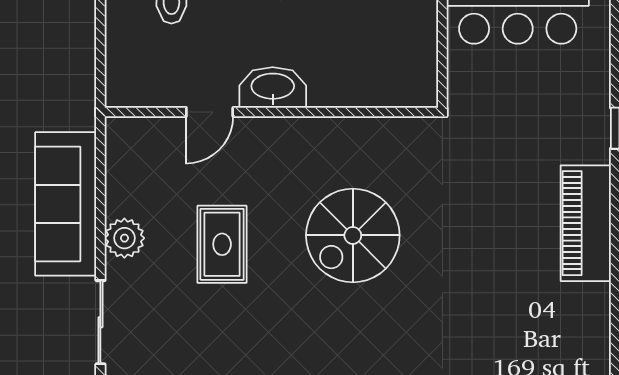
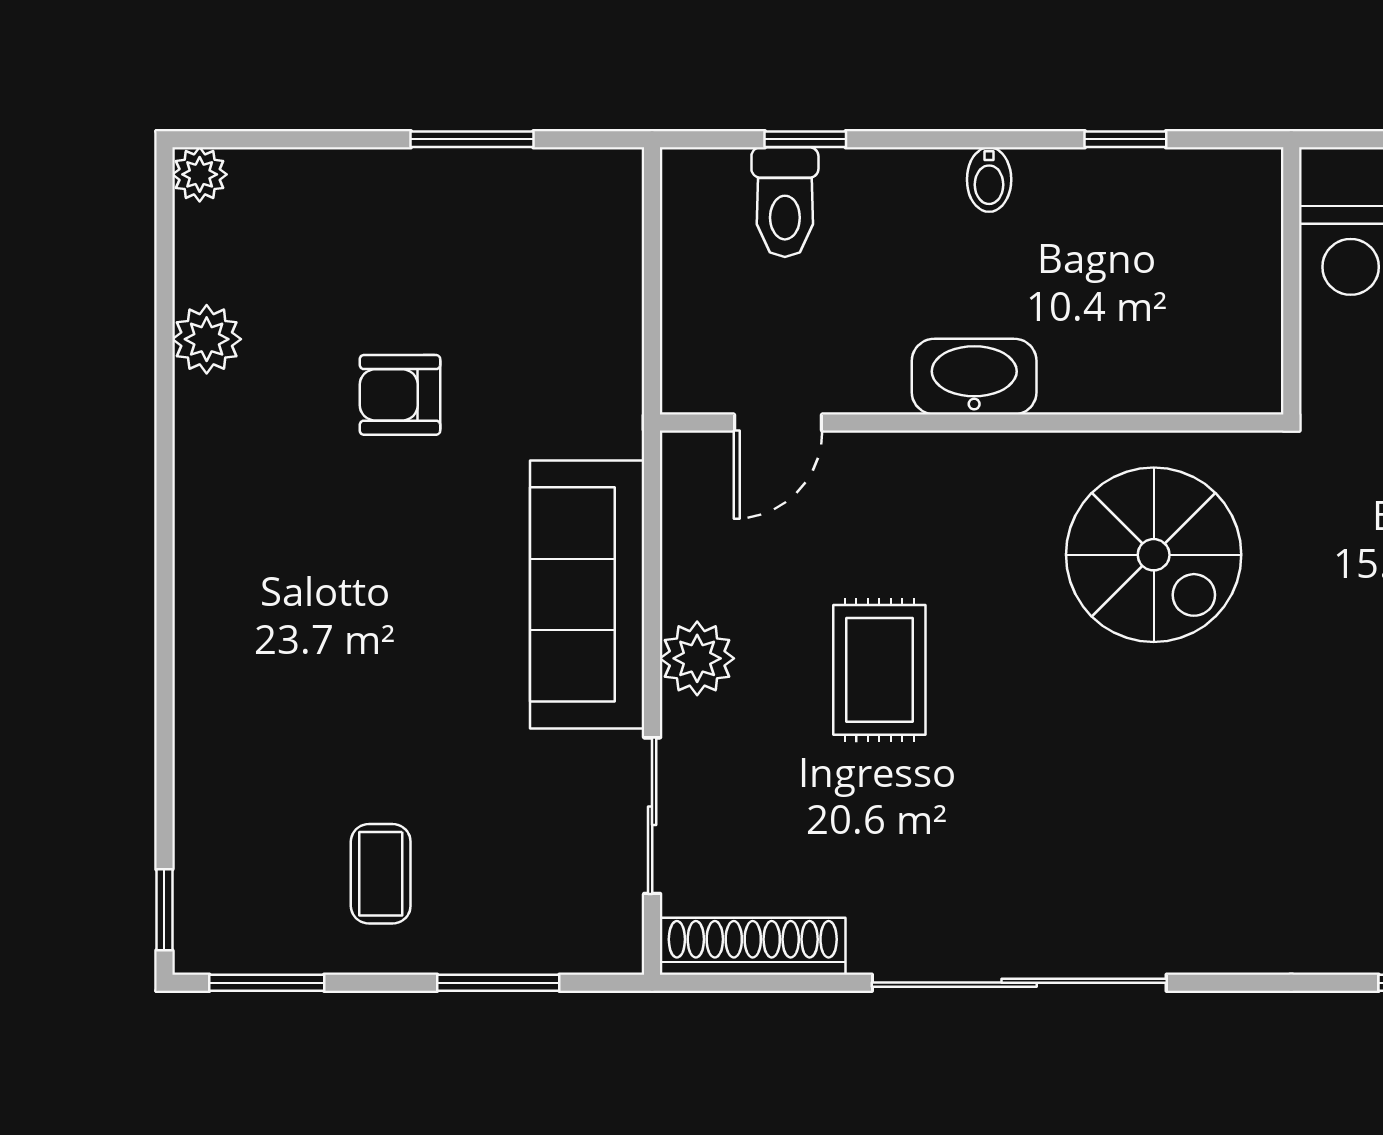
door: (210, 112) -> (778, 423), moved
spiral stairs: (353, 235) -> (1154, 555), moved, turned -90

